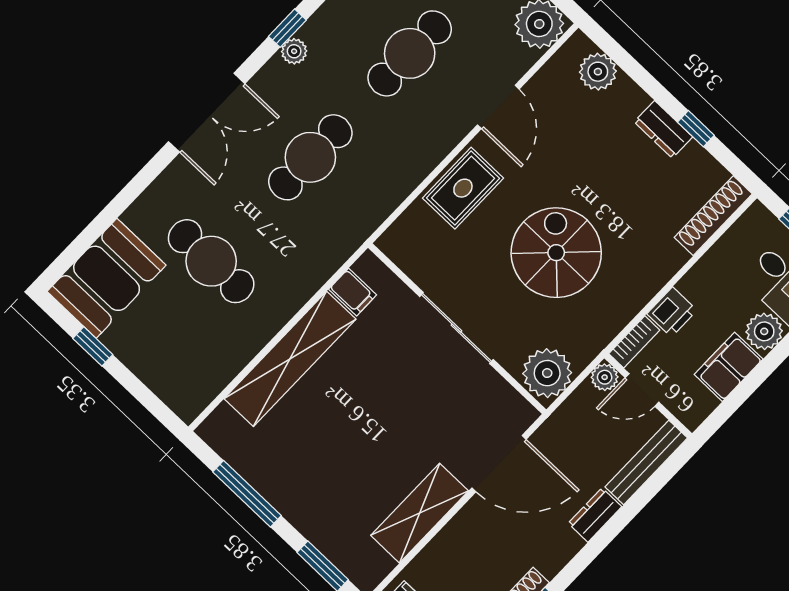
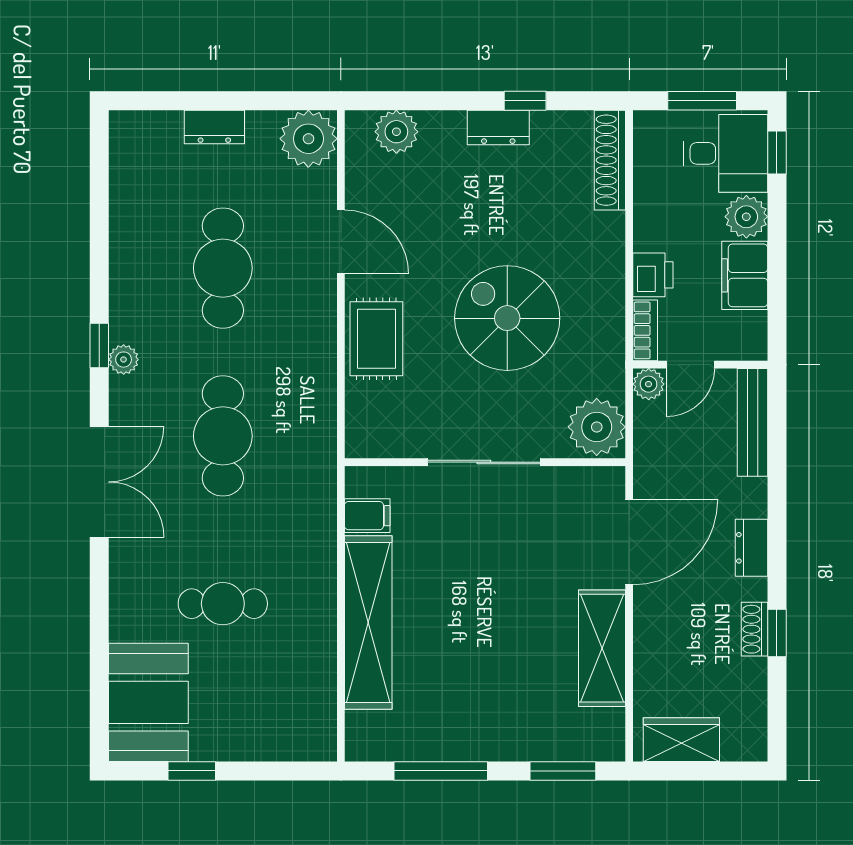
cafe table: (211, 261) -> (223, 604), width x0.73, depth x0.74
dresser: (595, 515) -> (751, 548), moved

